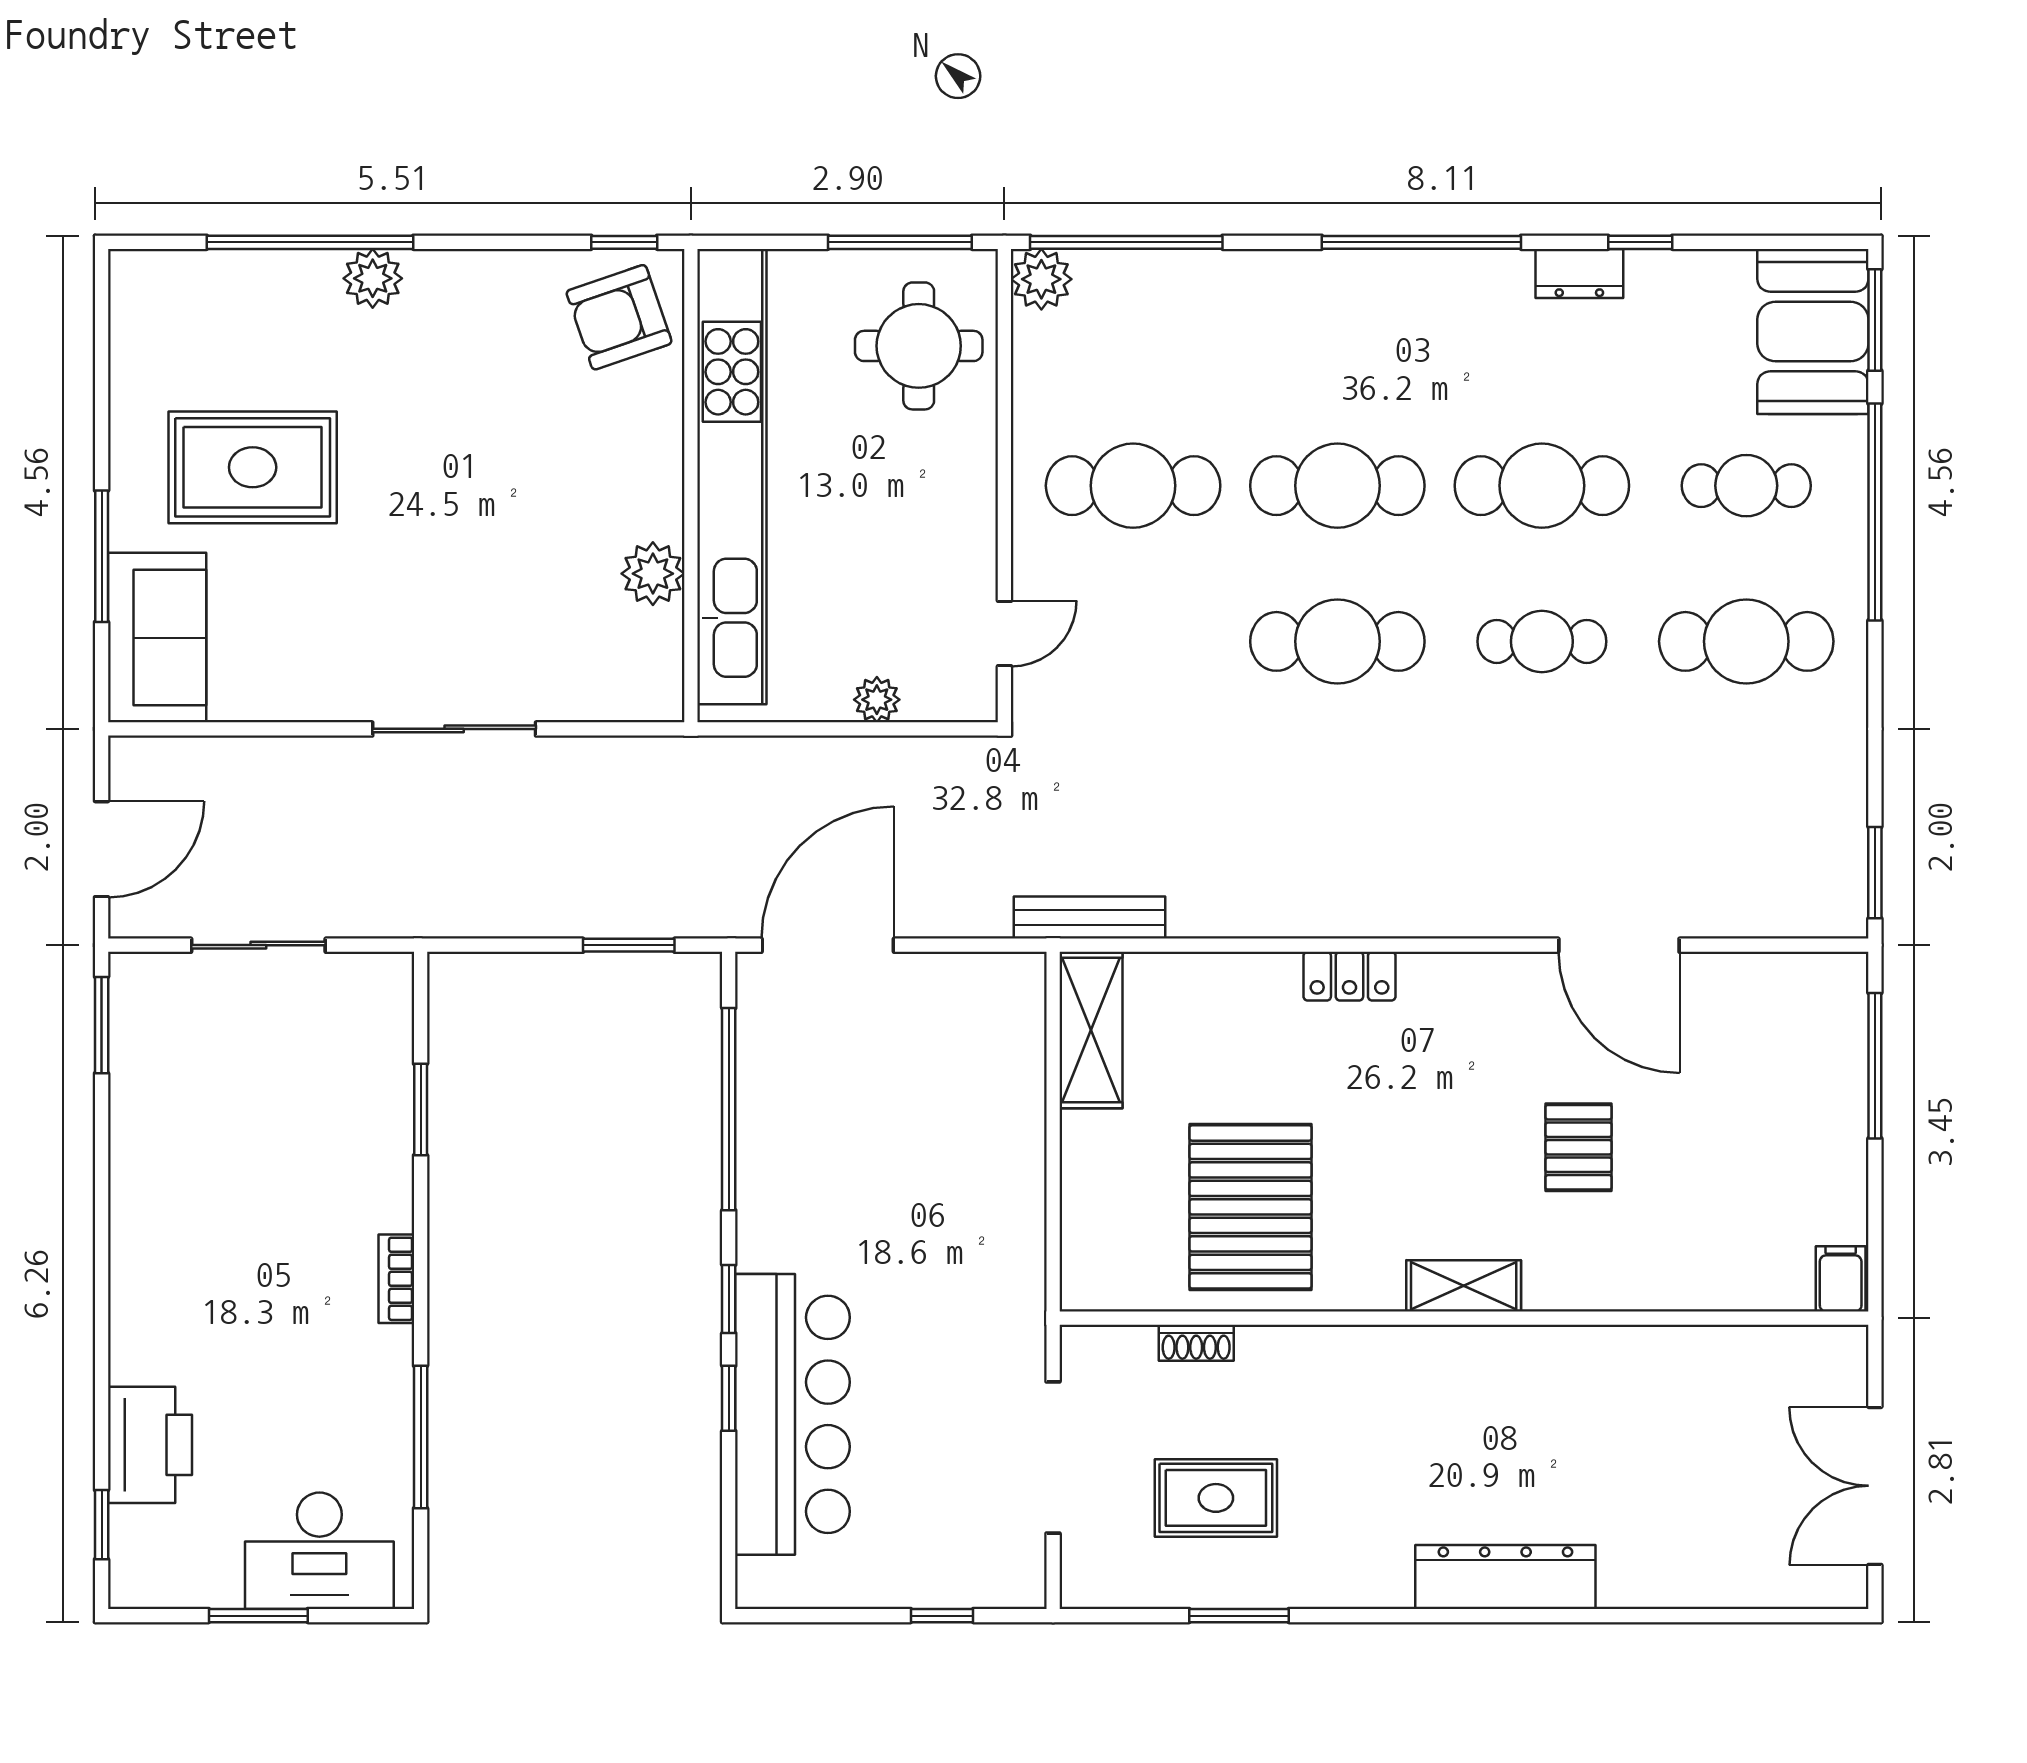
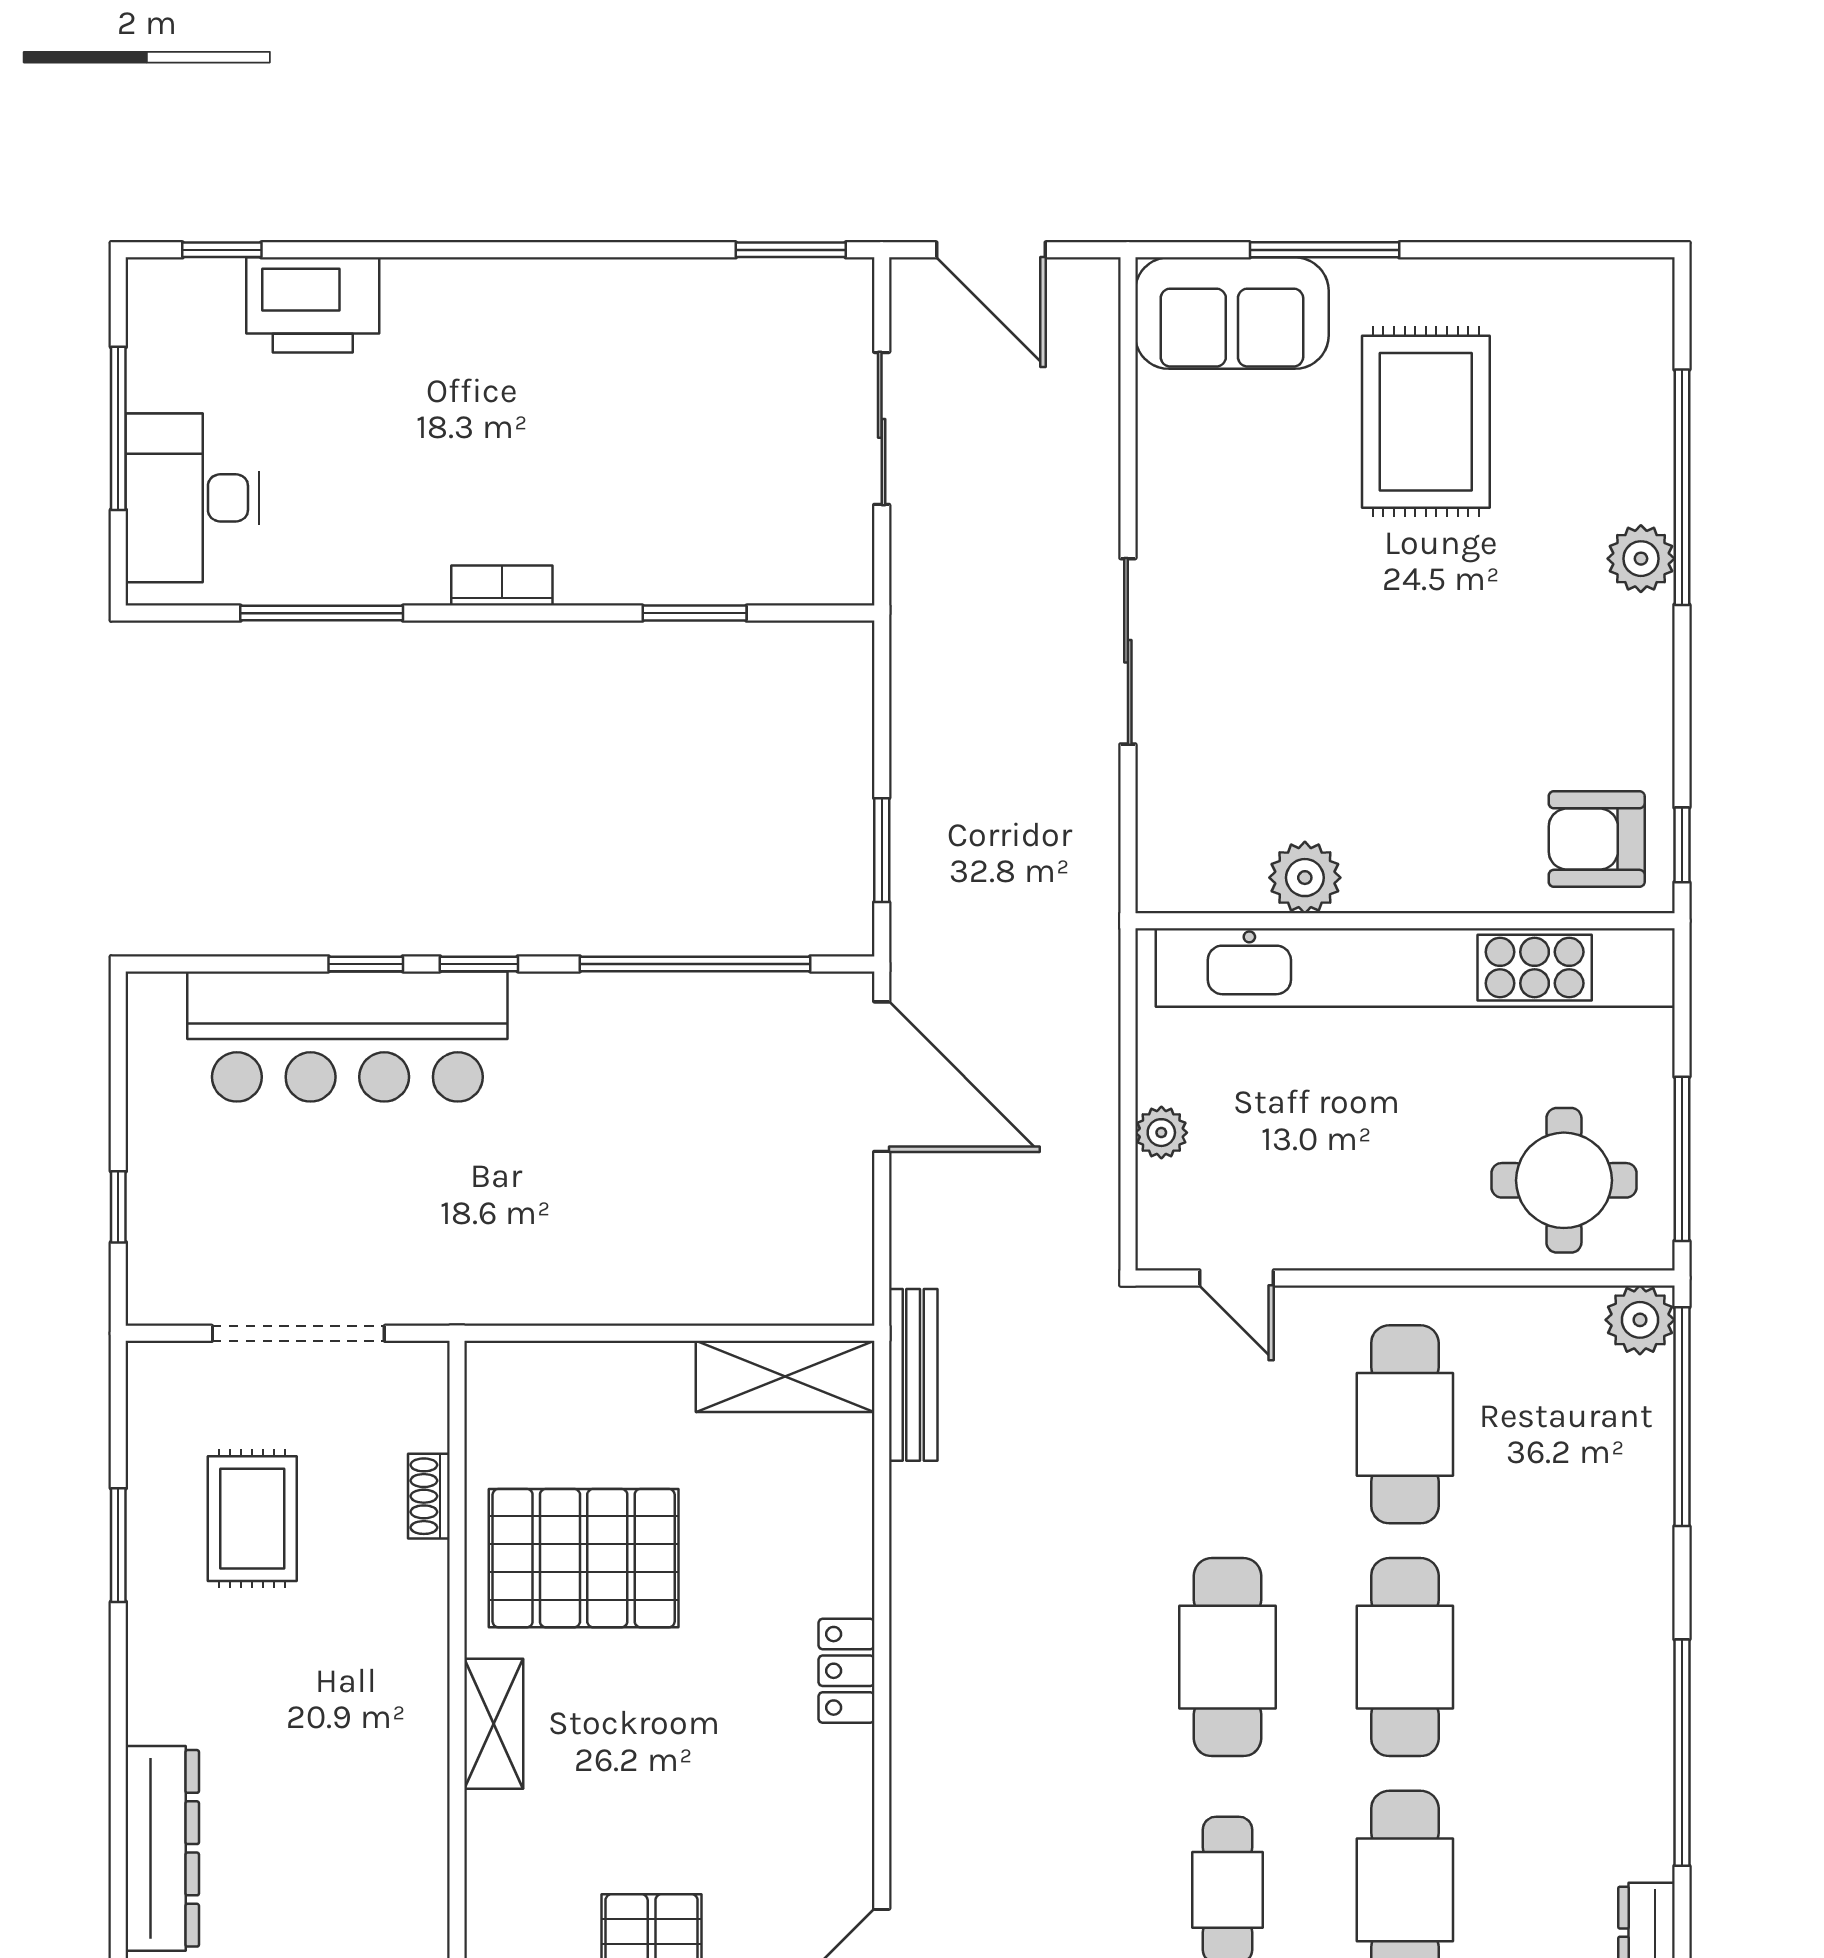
armchair: (619, 317) -> (1597, 839), turned -71
shelving: (1464, 1286) -> (494, 1724), moved
window: (258, 1616) -> (118, 428), width x1.44

